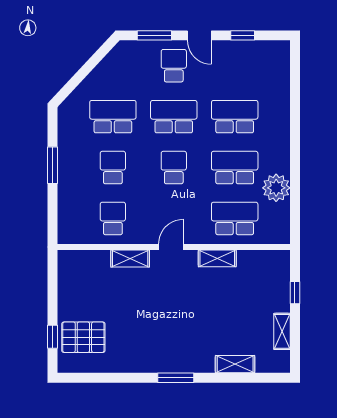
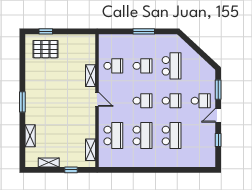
school desk: (174, 117) -> (172, 101), width x0.54
plant: (276, 188) -> (131, 159), removed
shelving: (217, 258) -> (91, 150), moved
pallet: (83, 337) -> (45, 49), turned 90

